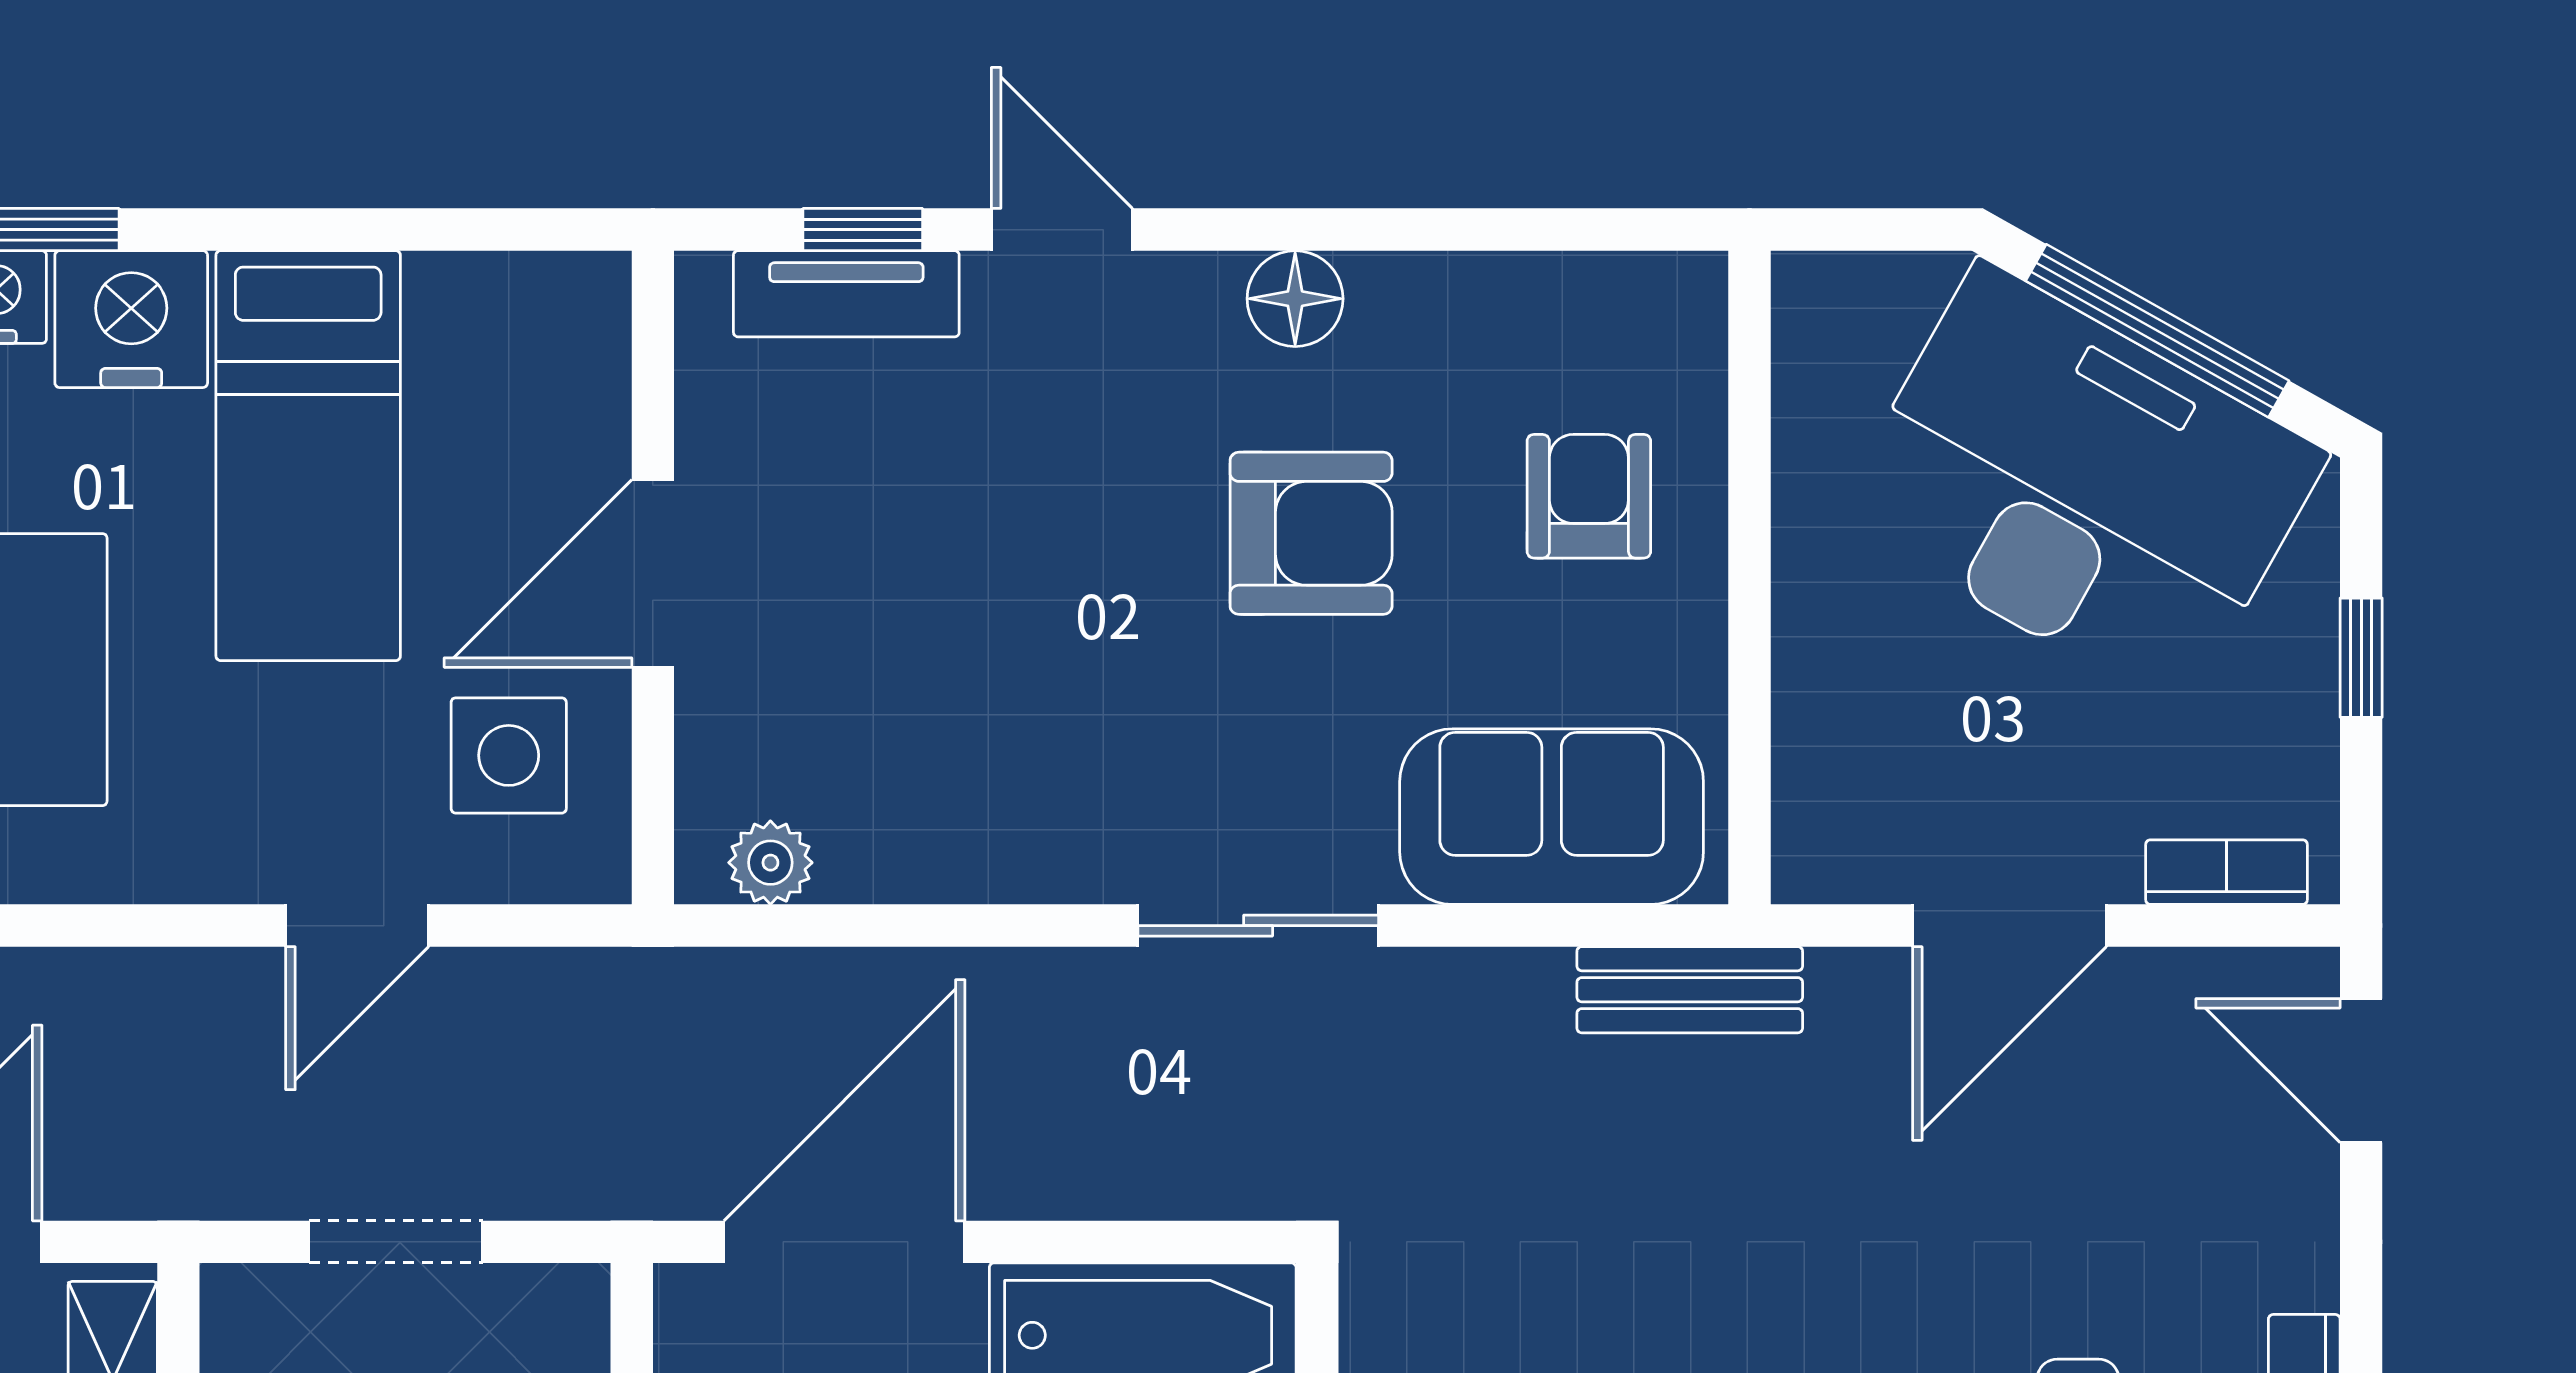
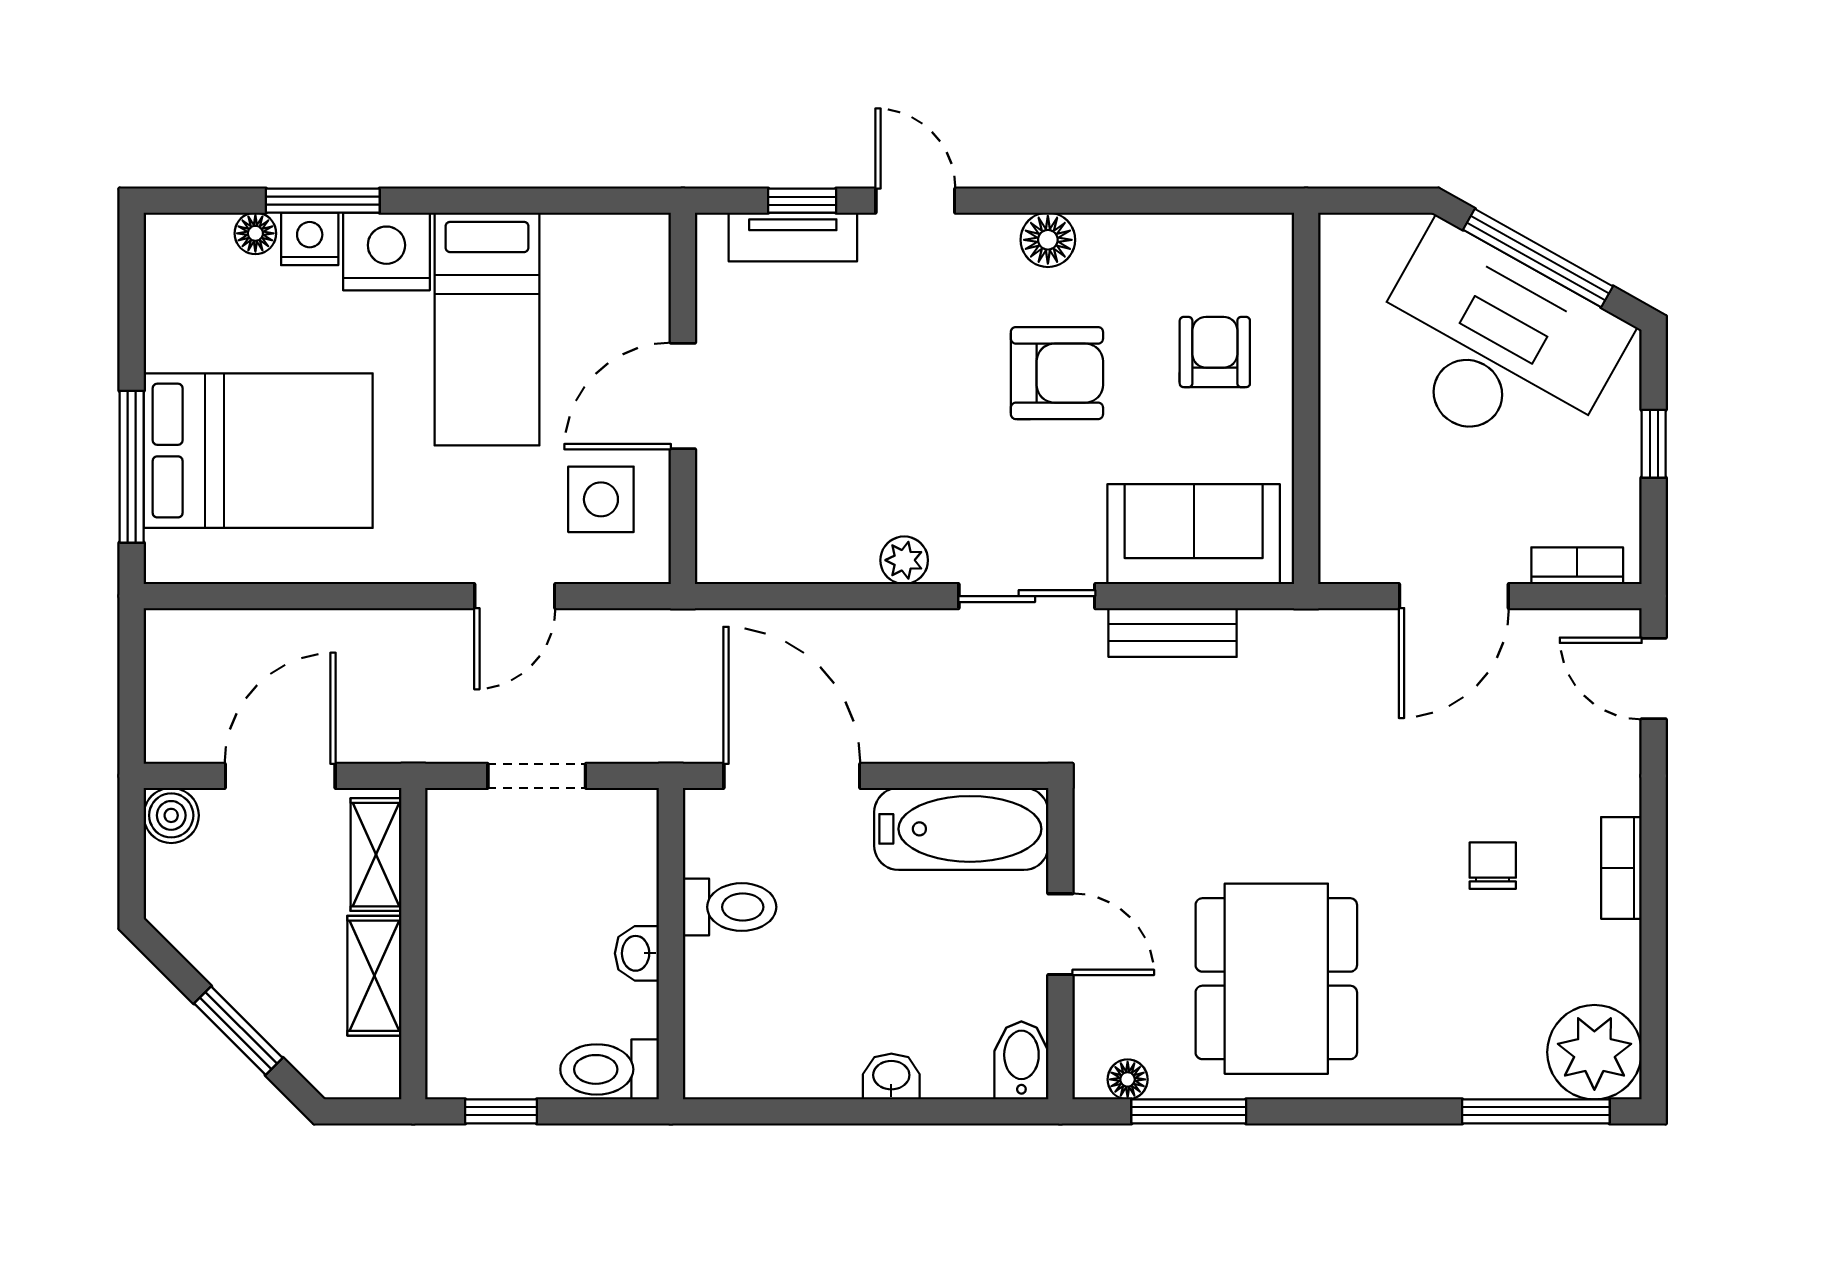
plant: (770, 863) -> (904, 560), moved
bench: (1690, 990) -> (1173, 632), moved
door: (844, 1242) -> (792, 776), hinge flipped

